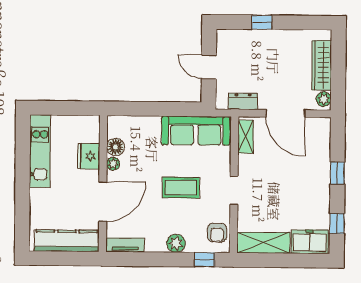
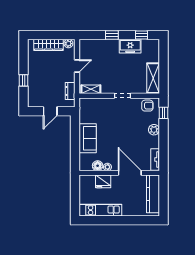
door: (285, 113) -> (77, 66), width x0.53
sofa: (196, 131) -> (88, 138), moved, width x0.73
coffee table: (181, 188) -> (121, 127), removed
freezer: (309, 242) -> (130, 46), moved, turned -90

